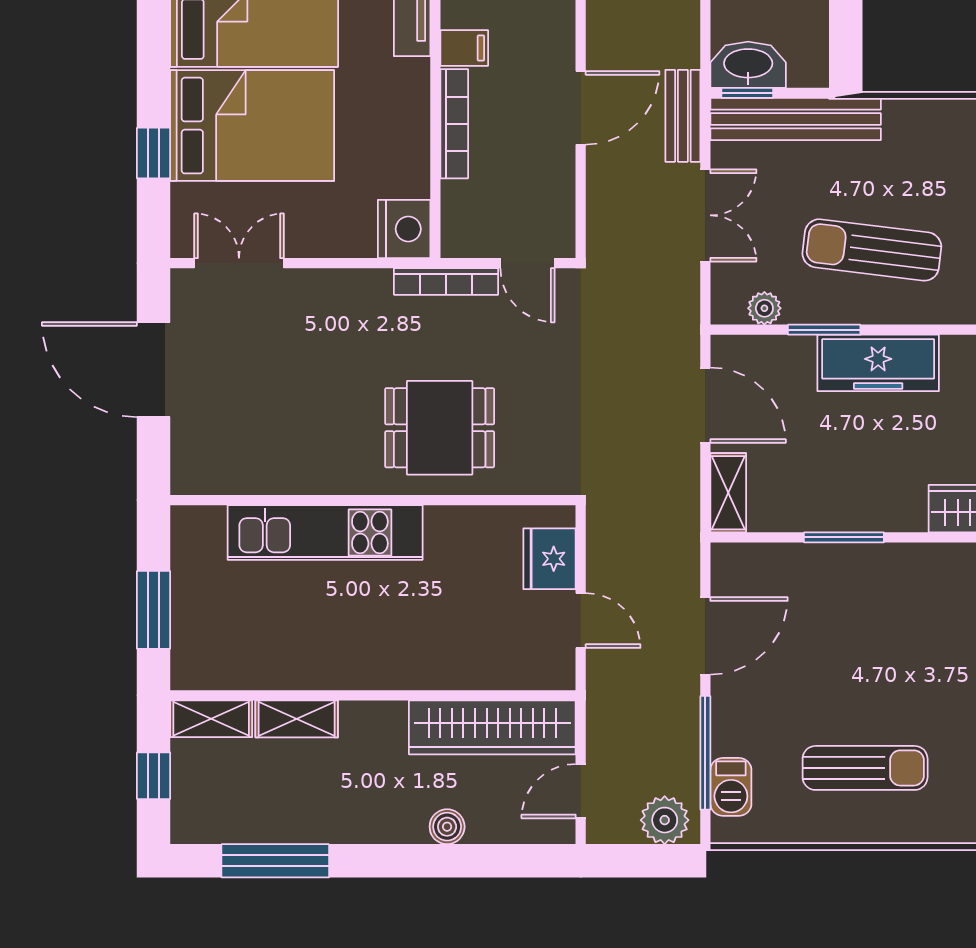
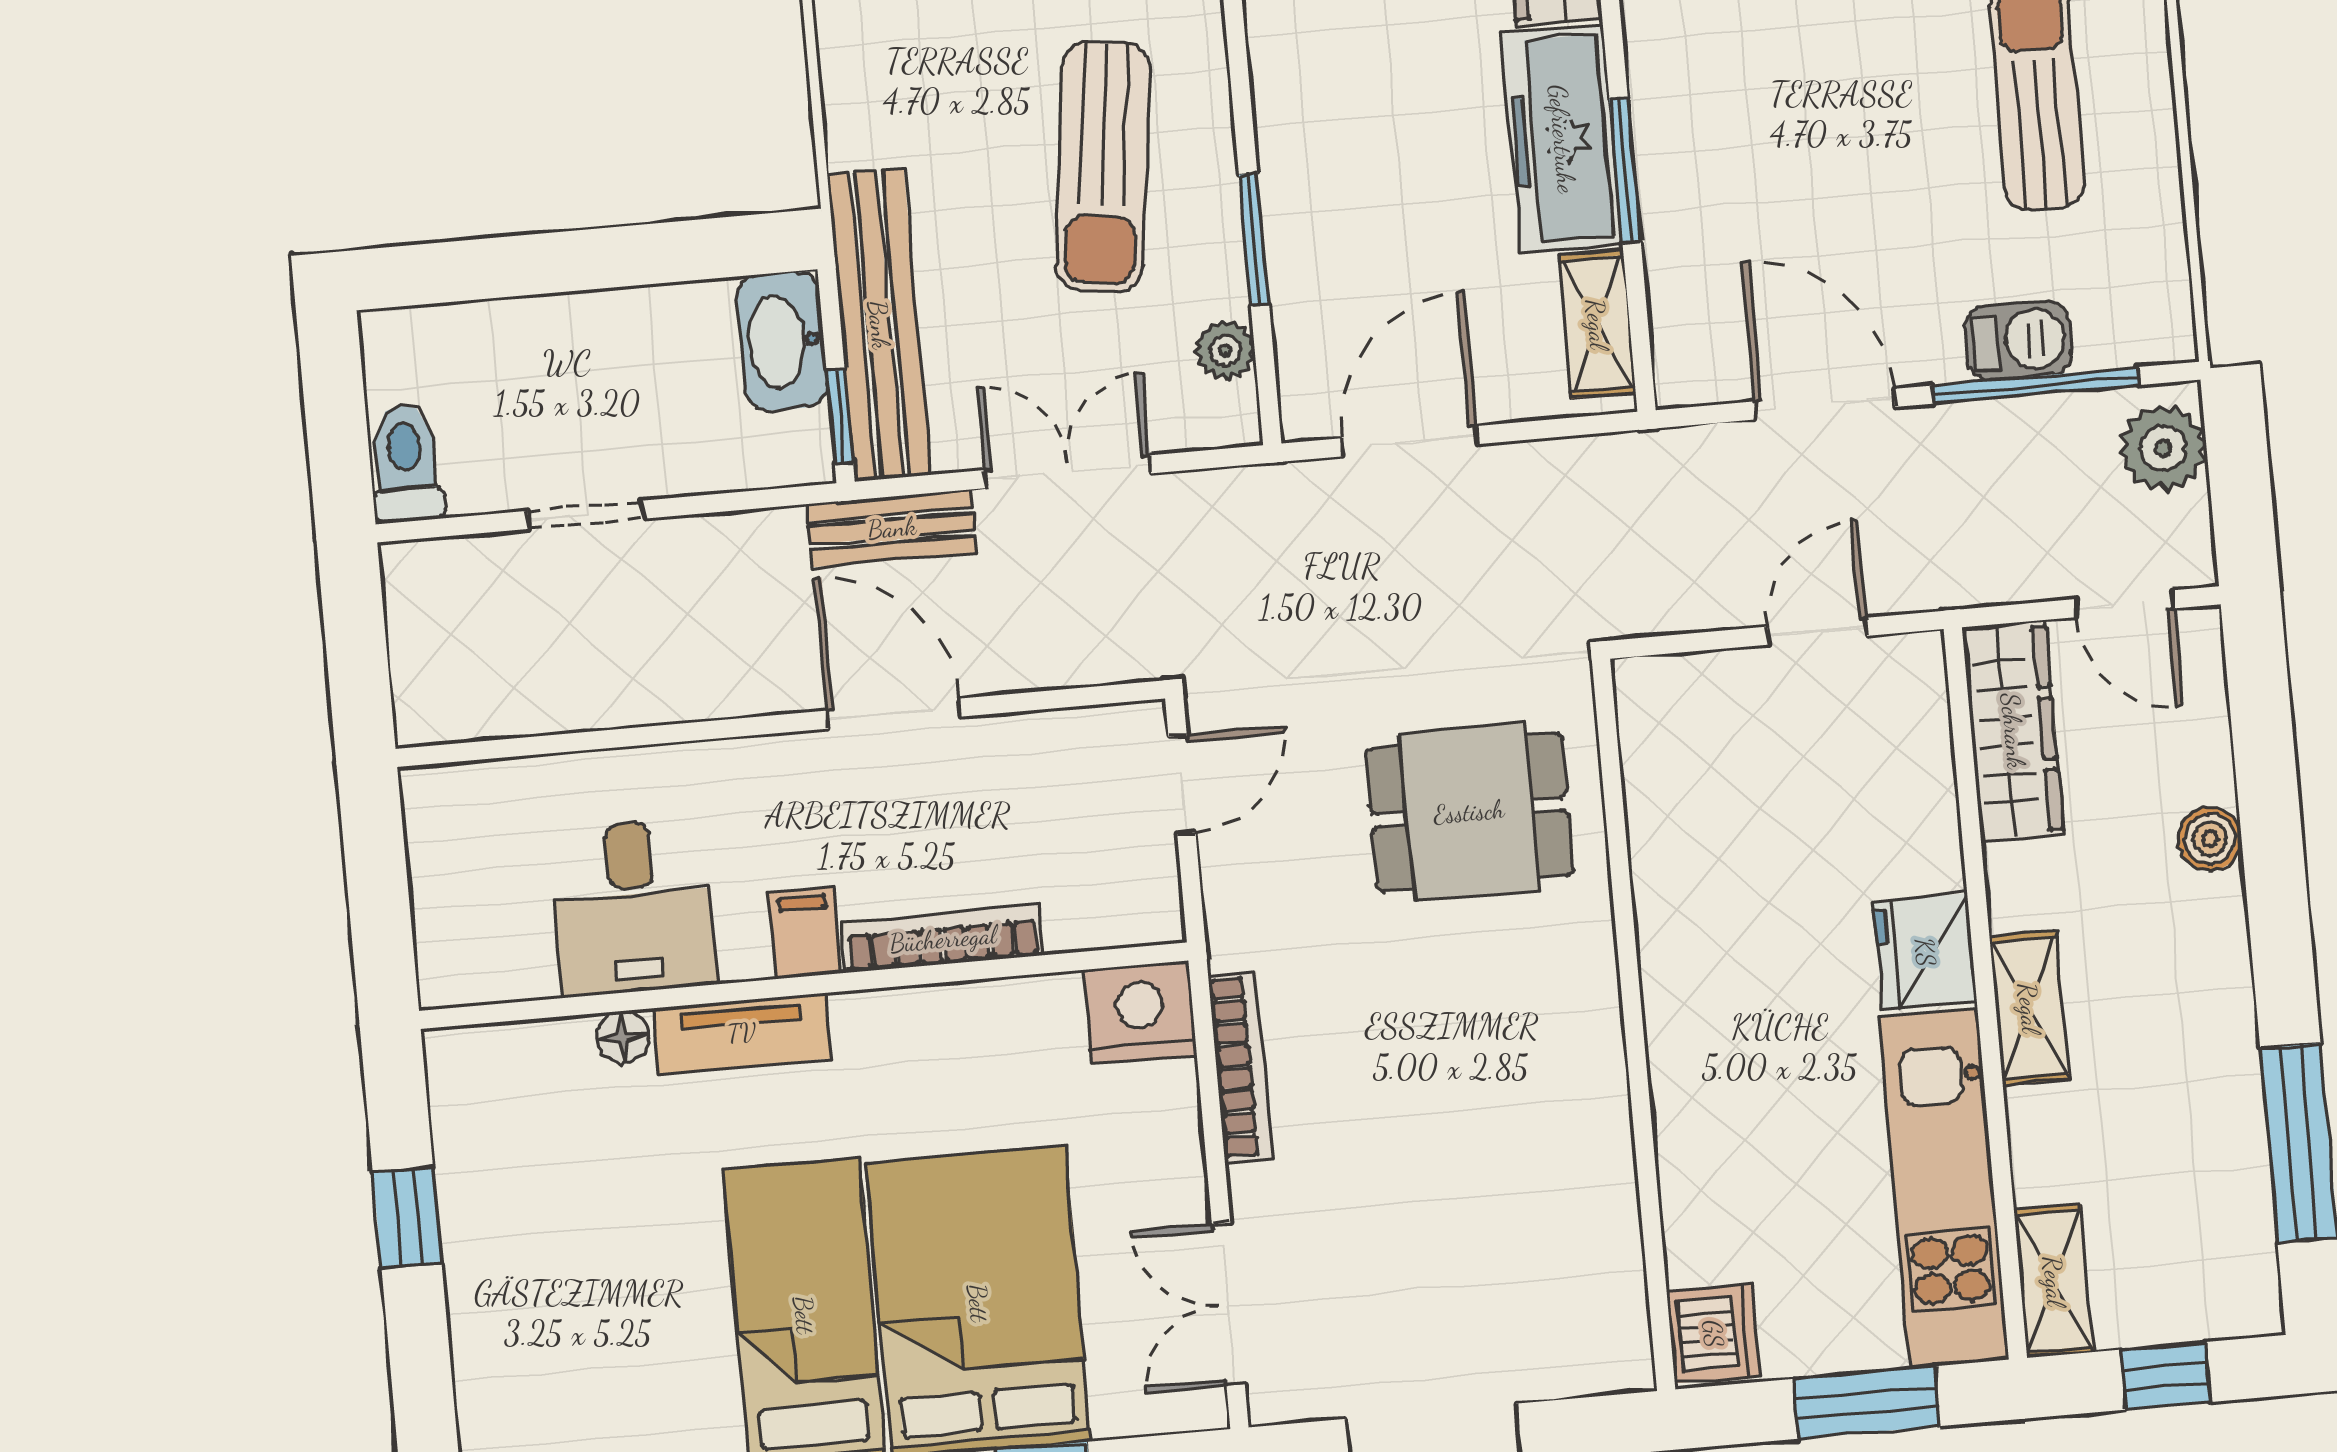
washbasin: (748, 65) -> (782, 341), moved
bookcase: (446, 282) -> (1240, 1067), moved
freezer: (878, 363) -> (1562, 139), moved, turned 180
dining table: (440, 428) -> (1469, 812), moved, turned 90
shelving: (728, 493) -> (1597, 324), moved, turned 90
dishwasher: (199, 529) -> (1713, 1334), added
kitchen unit: (325, 532) -> (1944, 1189), moved, turned 180
fridge: (550, 559) -> (1925, 952), moved, turned 90
shelving: (297, 719) -> (2029, 1008), moved
wardrobe: (492, 727) -> (2013, 731), width x0.71, depth x0.85
barbecue: (731, 787) -> (2018, 340), moved

